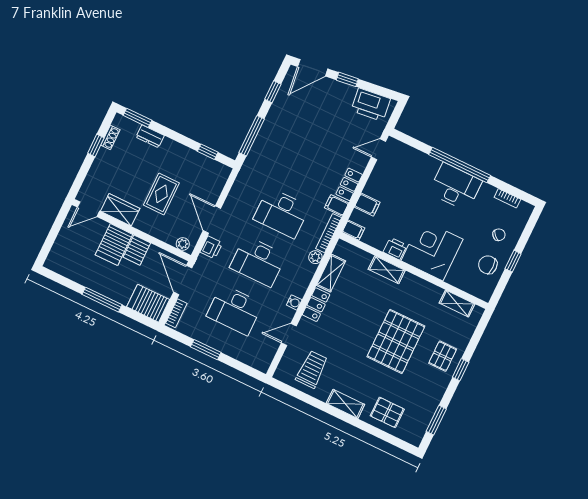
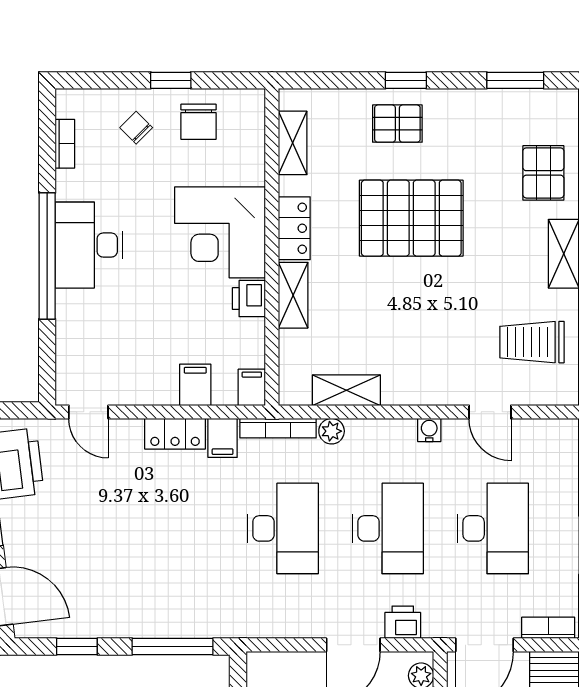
locker: (316, 305) -> (294, 228), moved, turned 90

